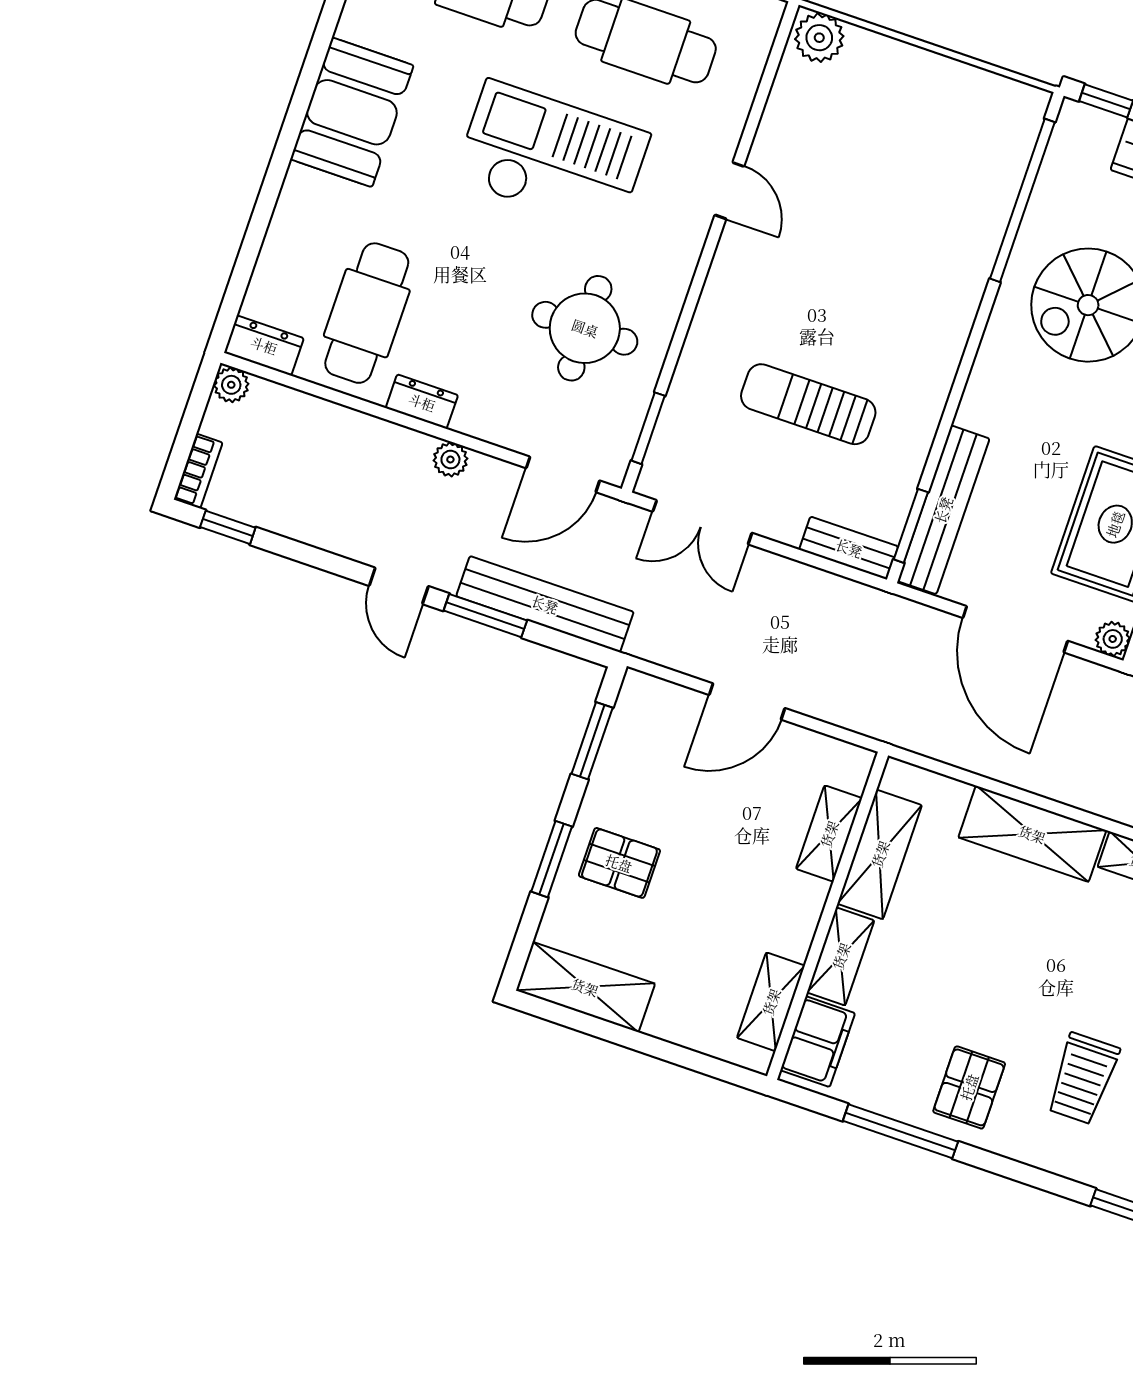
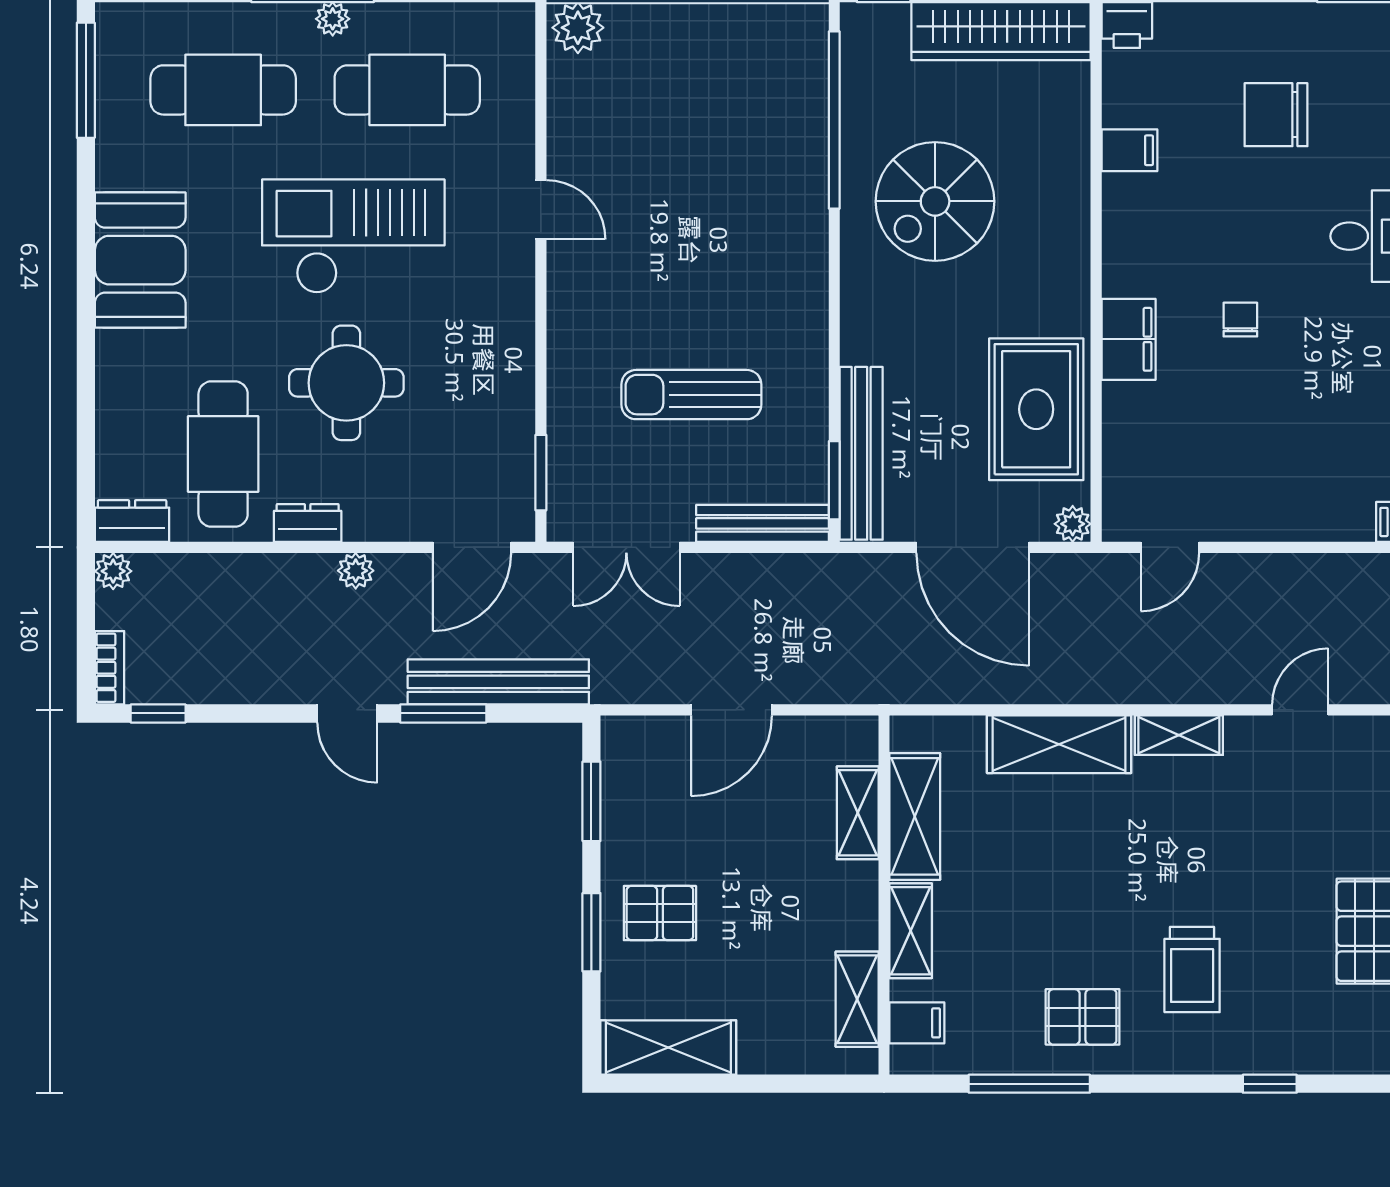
round table: (585, 328) -> (346, 383), moved
bench: (849, 548) -> (763, 523), width x1.36
filing cabinet: (818, 1042) -> (917, 1023), width x0.50
pallet: (969, 1087) -> (1083, 1017), turned 90

